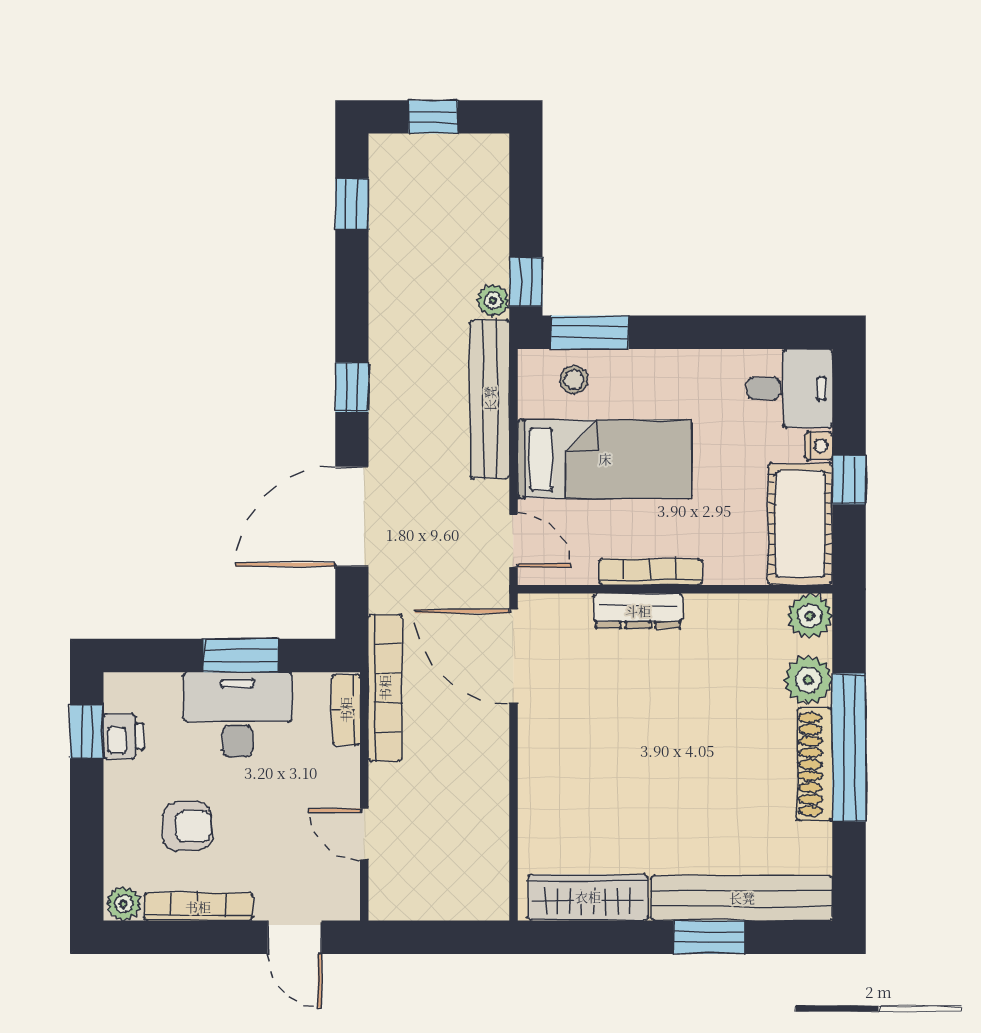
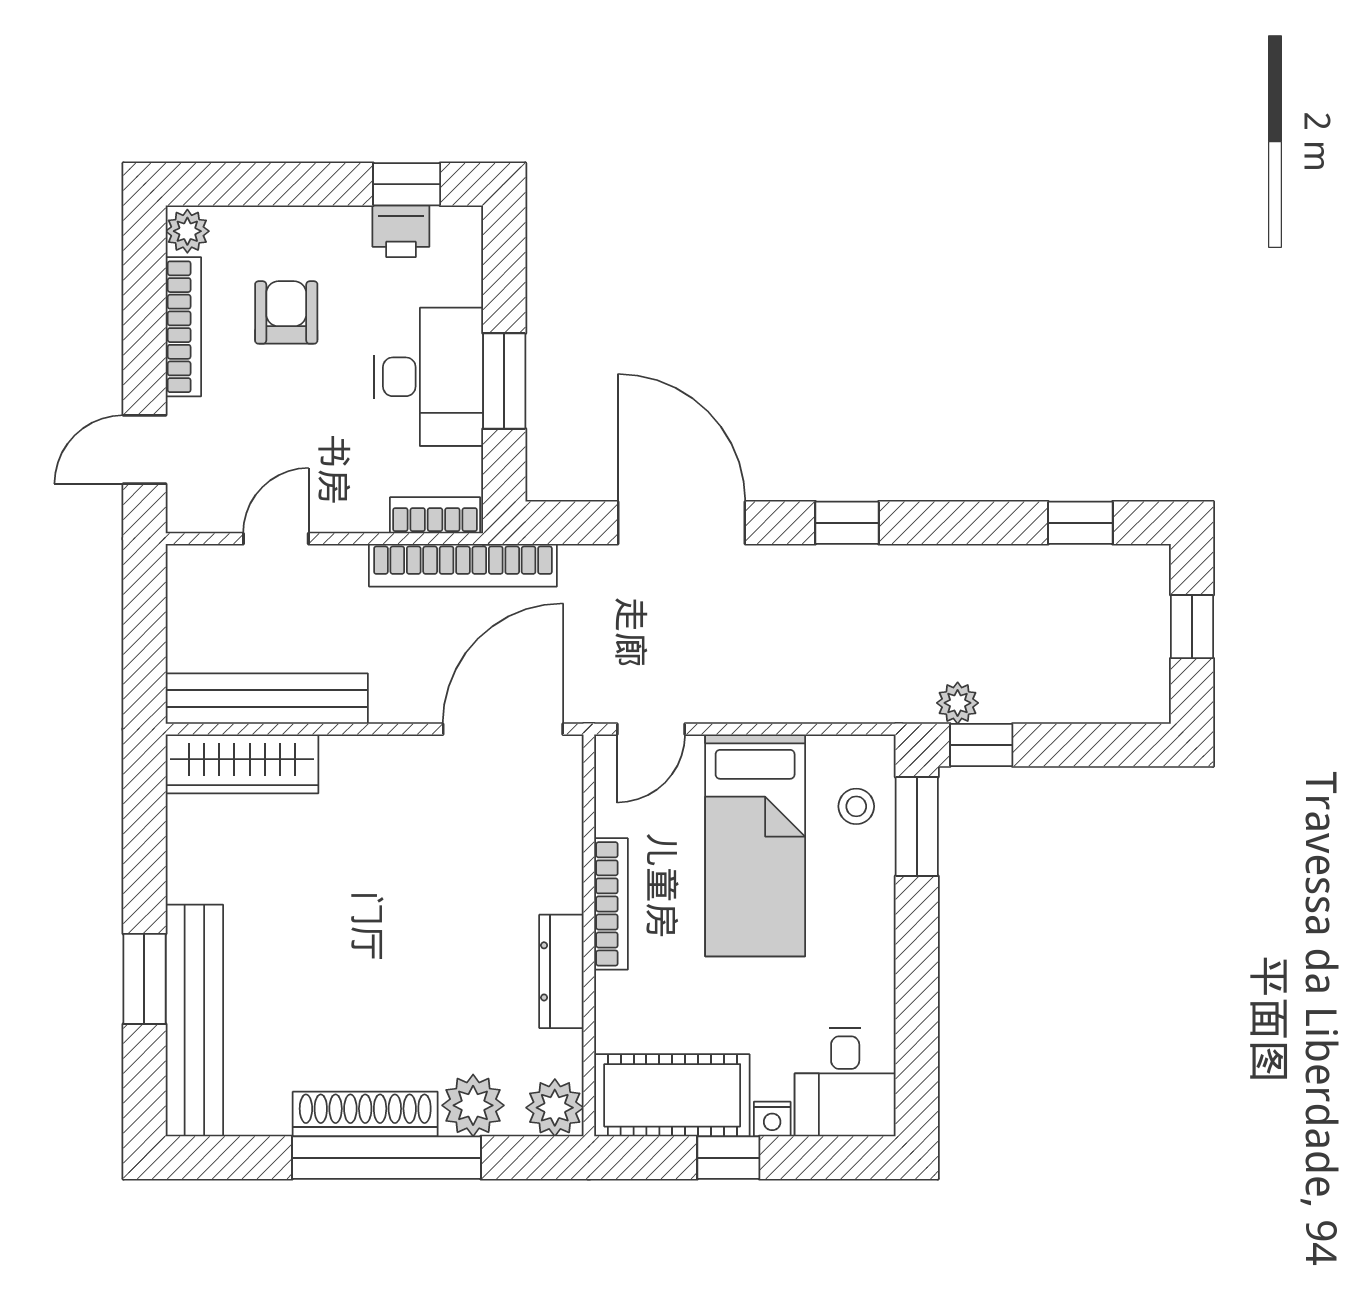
bench: (490, 399) -> (267, 699), moved
dresser: (638, 611) -> (561, 971), moved
armchair: (187, 826) -> (286, 312), turned 180
wardrobe: (588, 897) -> (242, 764), moved, turned 90

